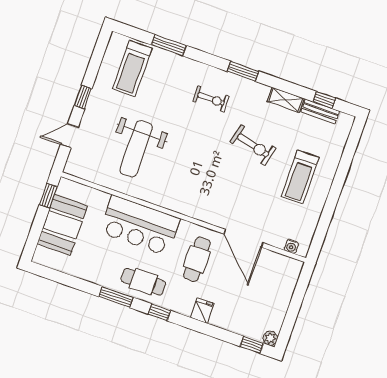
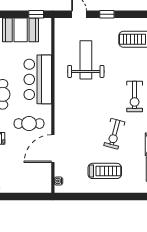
exercise bike: (211, 99) -> (135, 96), width x1.38, depth x1.39
weight bench: (136, 149) -> (86, 60), turned 90
treadmill: (300, 177) -> (105, 171), turned 180

